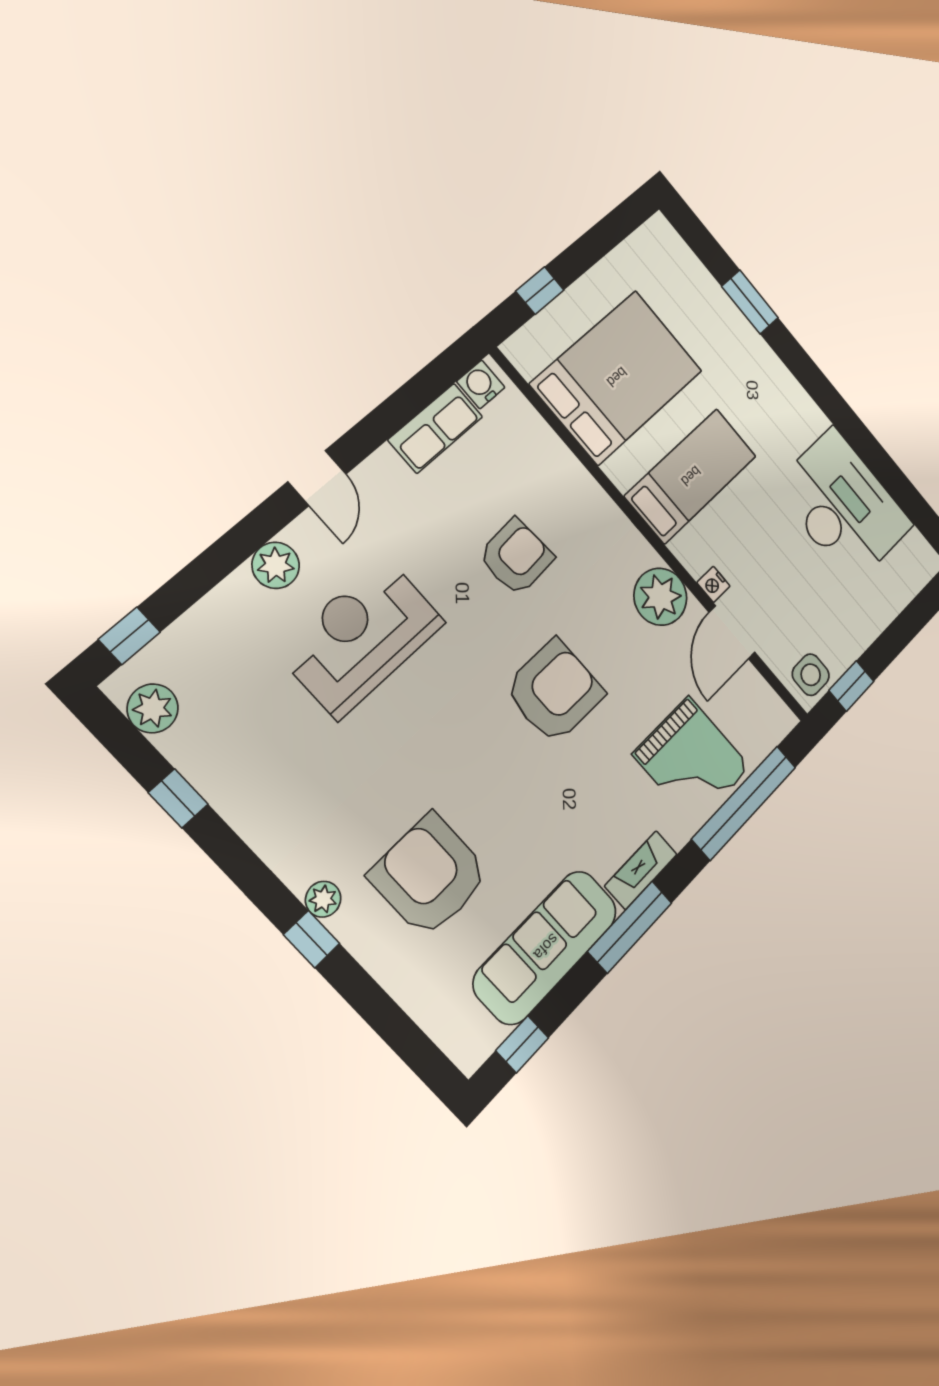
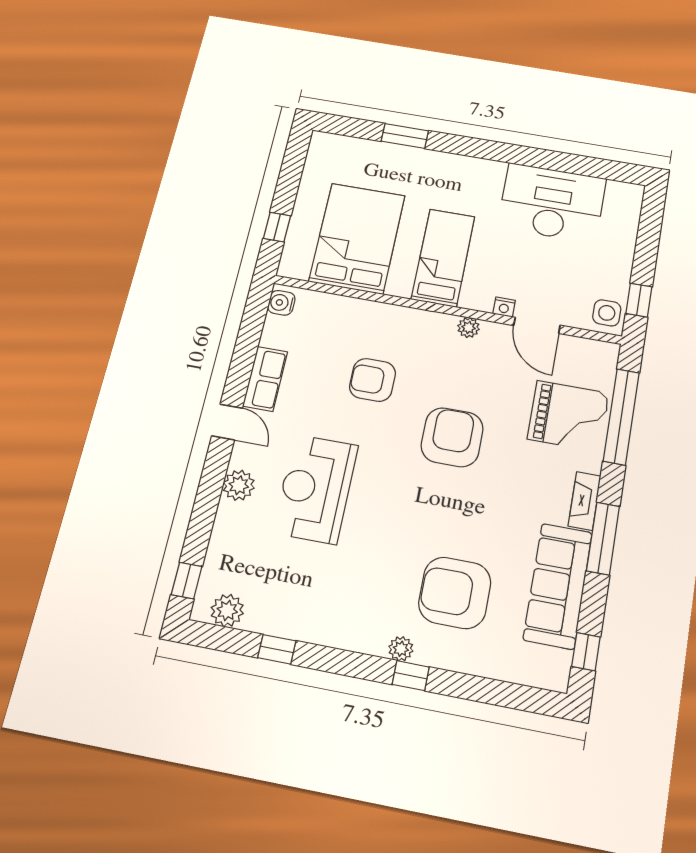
row of seats: (436, 428) -> (265, 379), moved
armchair: (516, 557) -> (372, 380), turned -86
plant: (660, 597) -> (469, 327), width x0.53, depth x0.53

